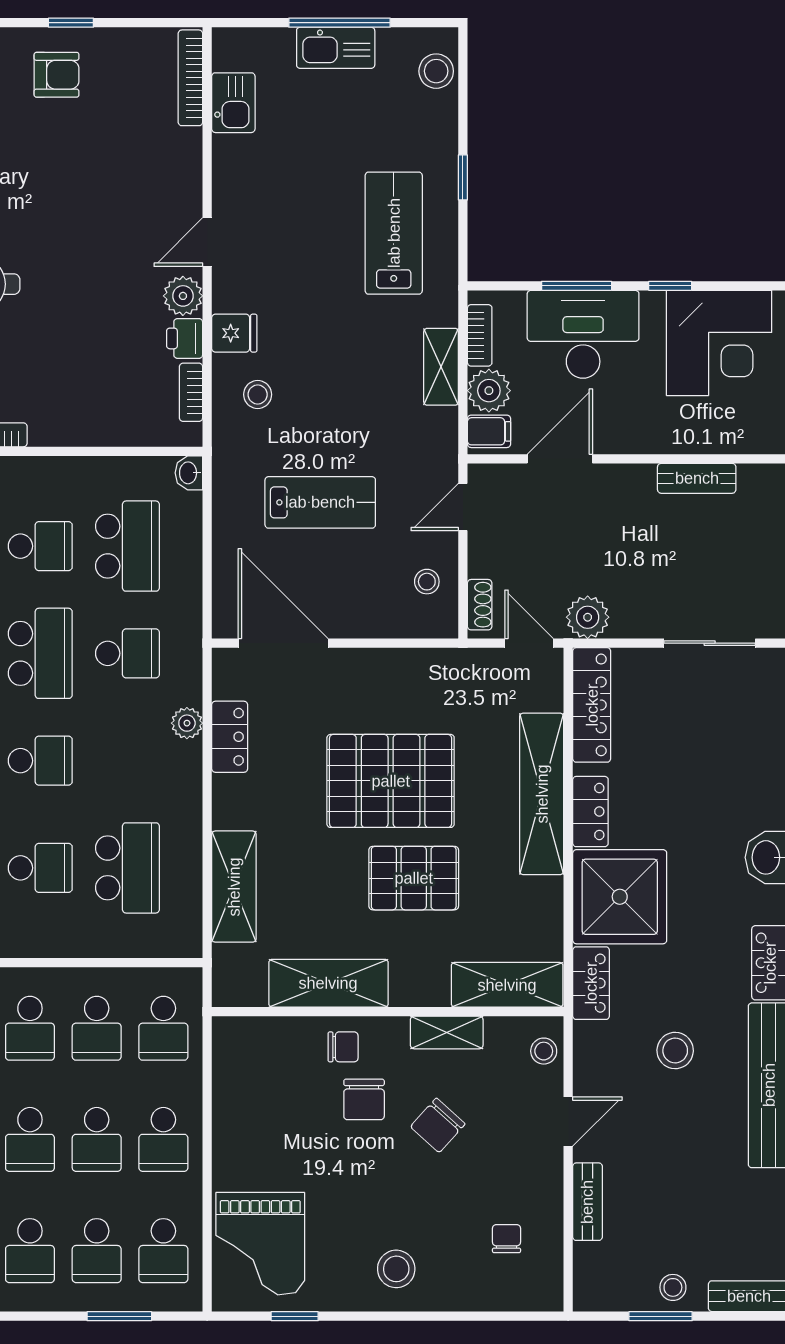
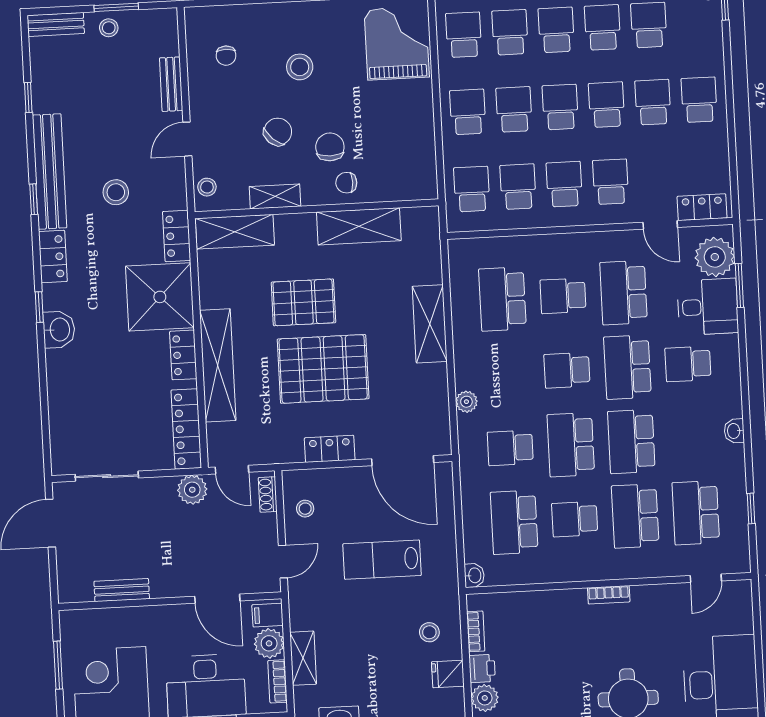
door: (560, 459) -> (217, 599), hinge flipped
locker: (230, 737) -> (330, 449), moved, turned 90
shelving: (234, 887) -> (430, 324), moved
stool: (396, 1269) -> (300, 67), moved

